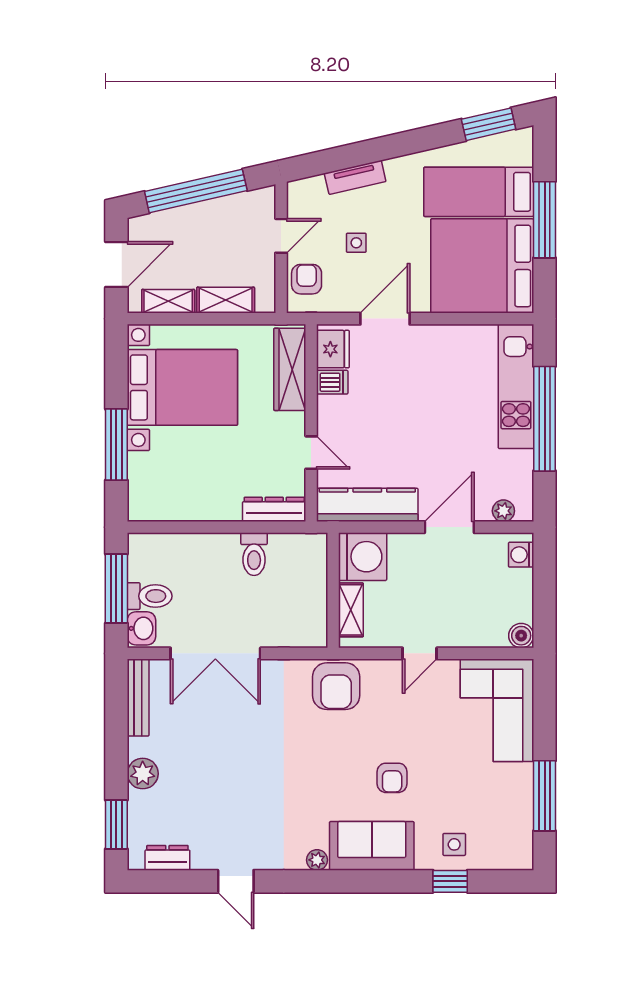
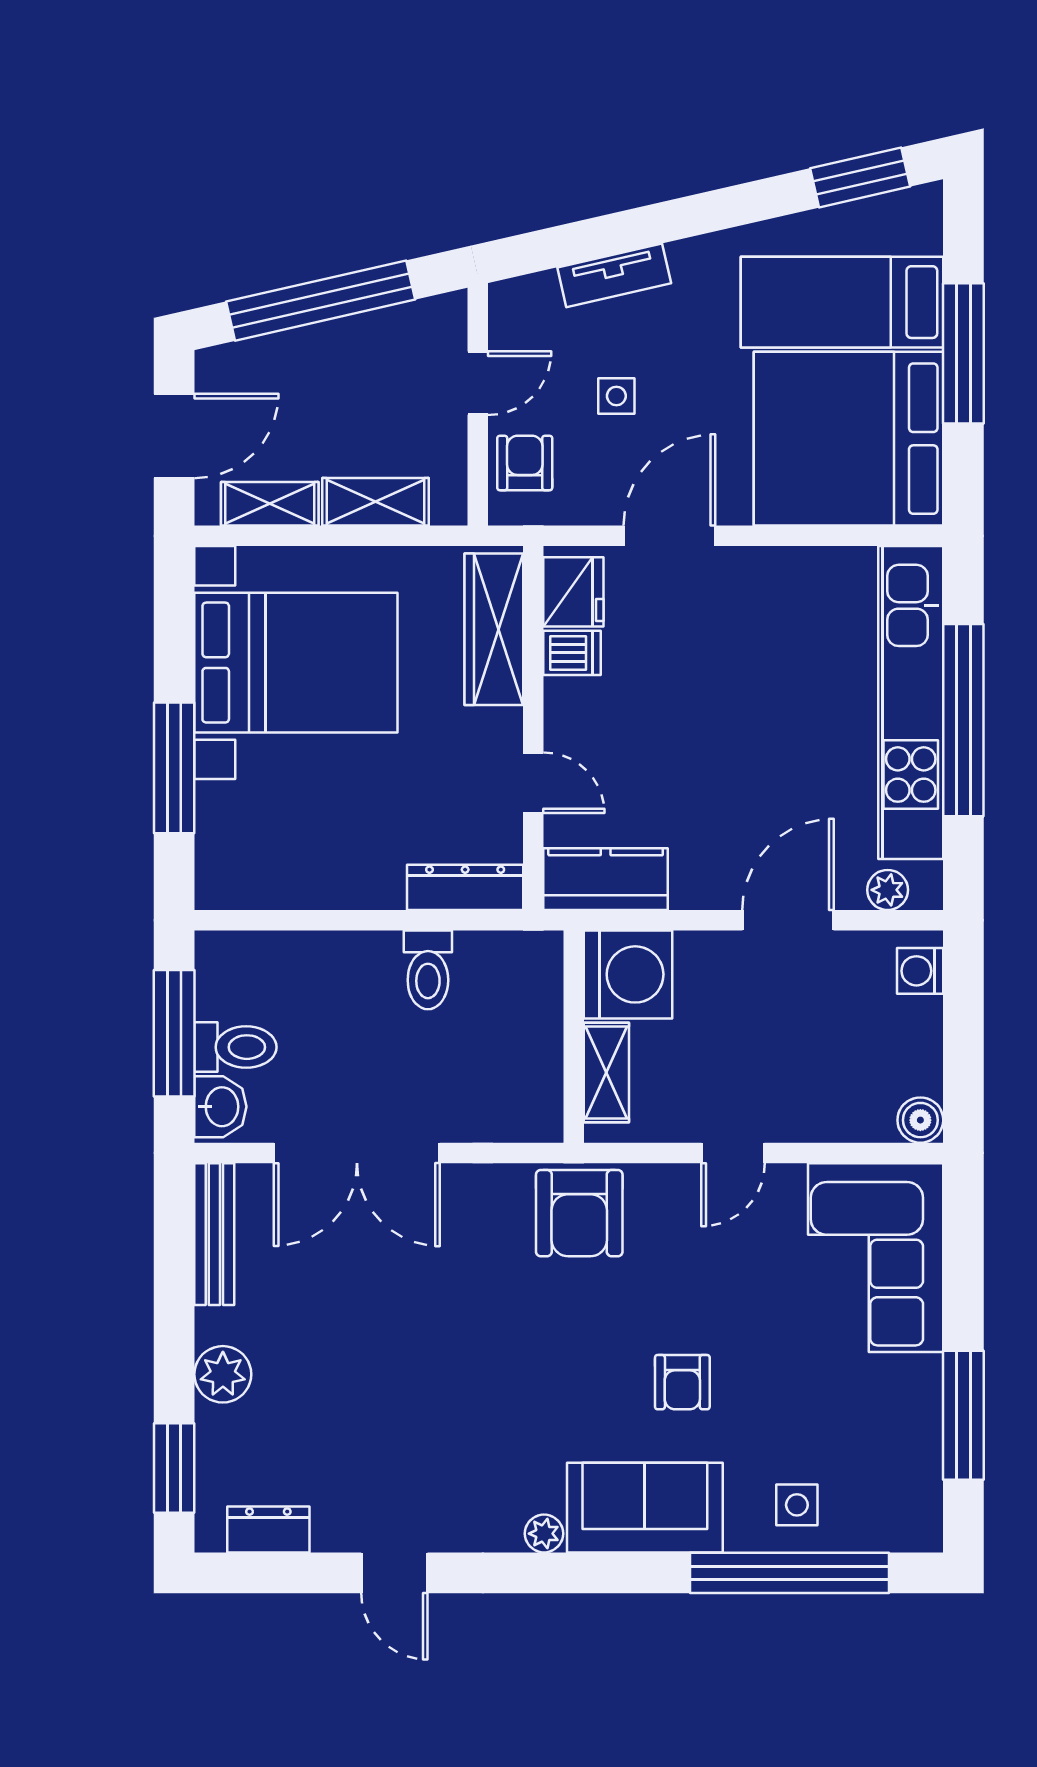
kitchen unit: (516, 386) -> (911, 702), width x1.36
kitchen counter: (367, 505) -> (606, 879), width x0.67
window: (450, 881) -> (789, 1573), width x3.17

